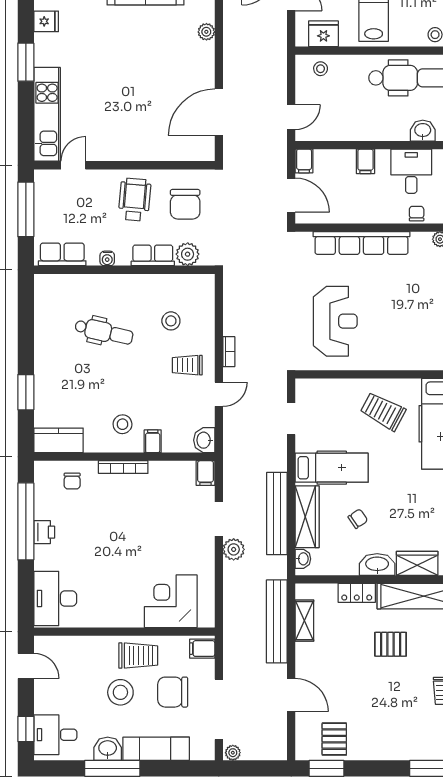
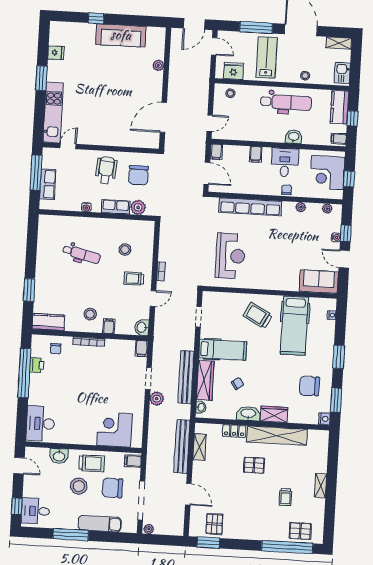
row of seats: (62, 254) -> (48, 184), moved, turned 90
printer: (44, 532) -> (37, 365), moved
washbasin: (108, 749) -> (59, 456), moved, turned 180

